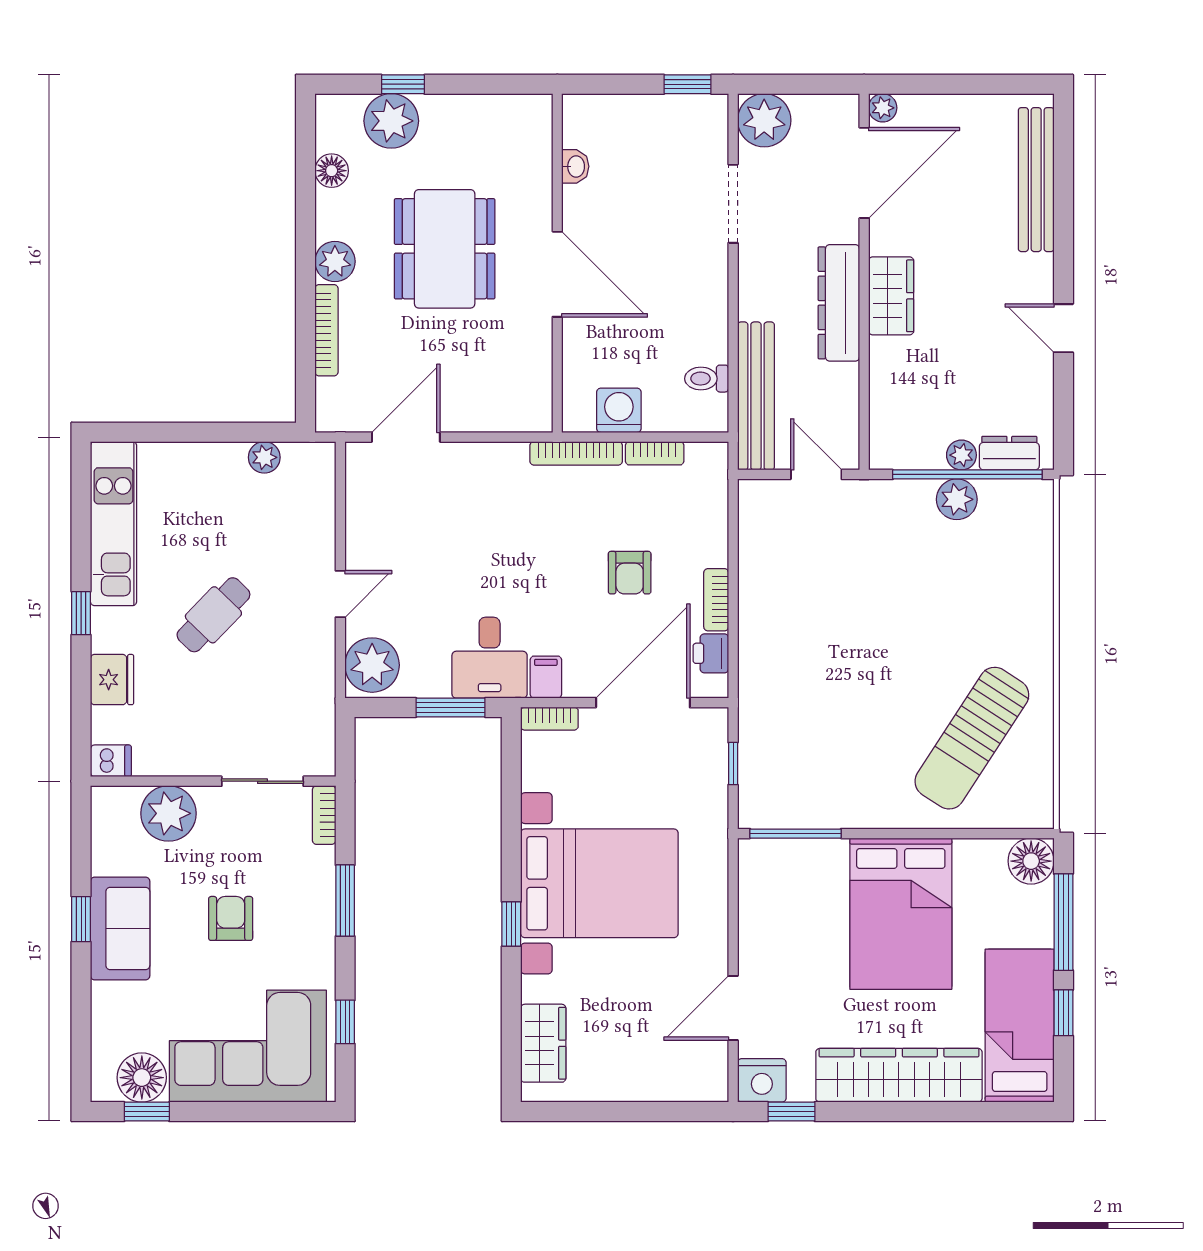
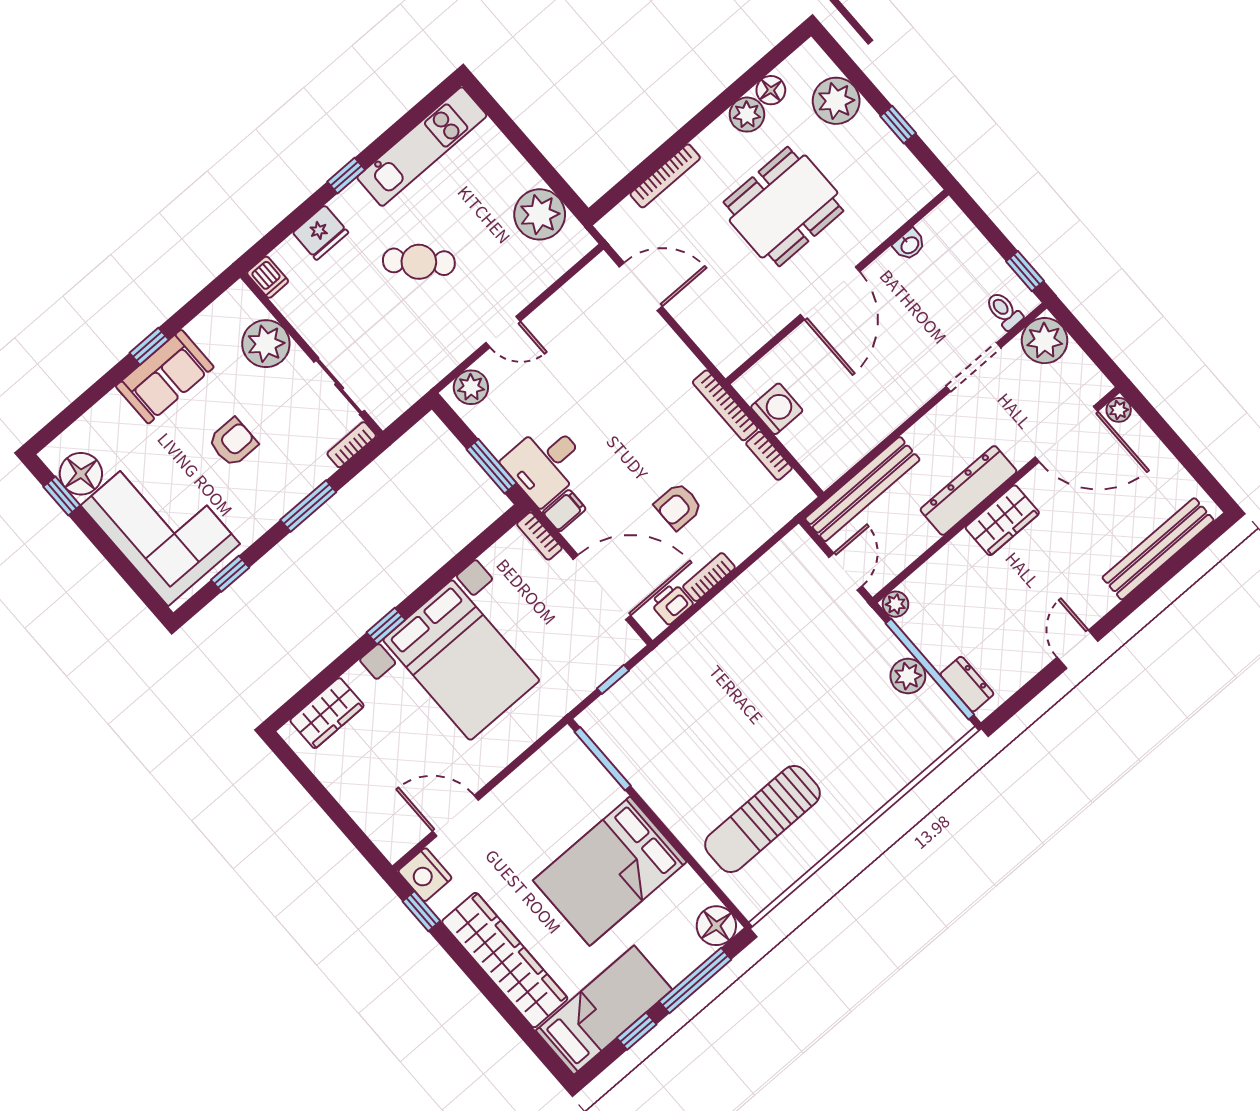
window: (403, 84) -> (898, 125), moved
plant: (335, 261) -> (747, 115), moved
toilet: (707, 379) -> (1004, 311), moved
plant: (961, 455) -> (896, 604), moved
plant: (264, 457) -> (540, 214), width x1.87, depth x1.87
plant: (372, 665) -> (471, 387), width x0.73, depth x0.73
sun lounger: (972, 738) -> (762, 819), turned -33

